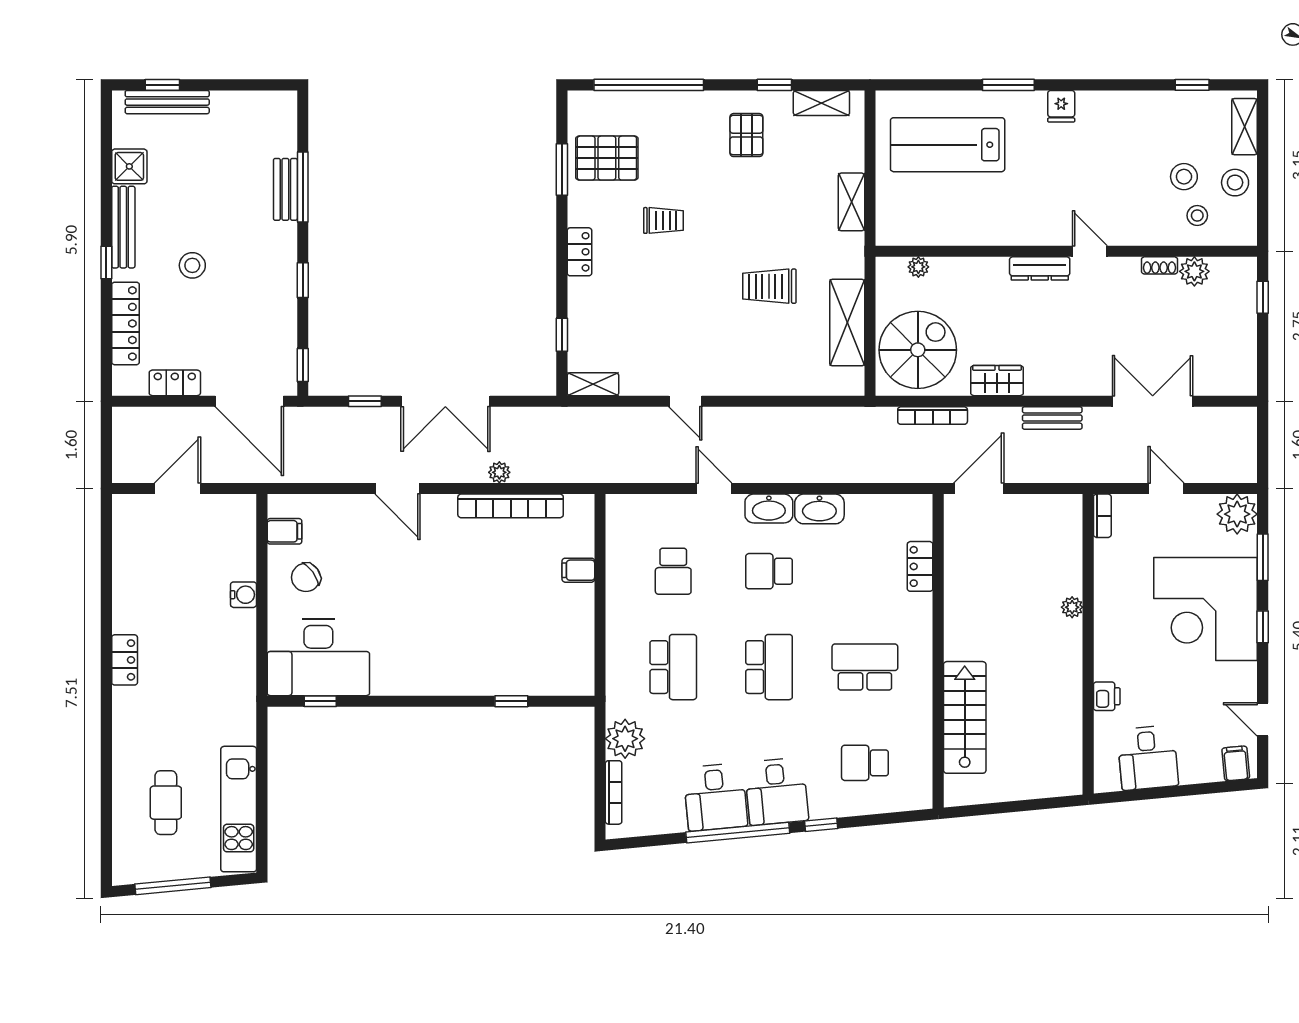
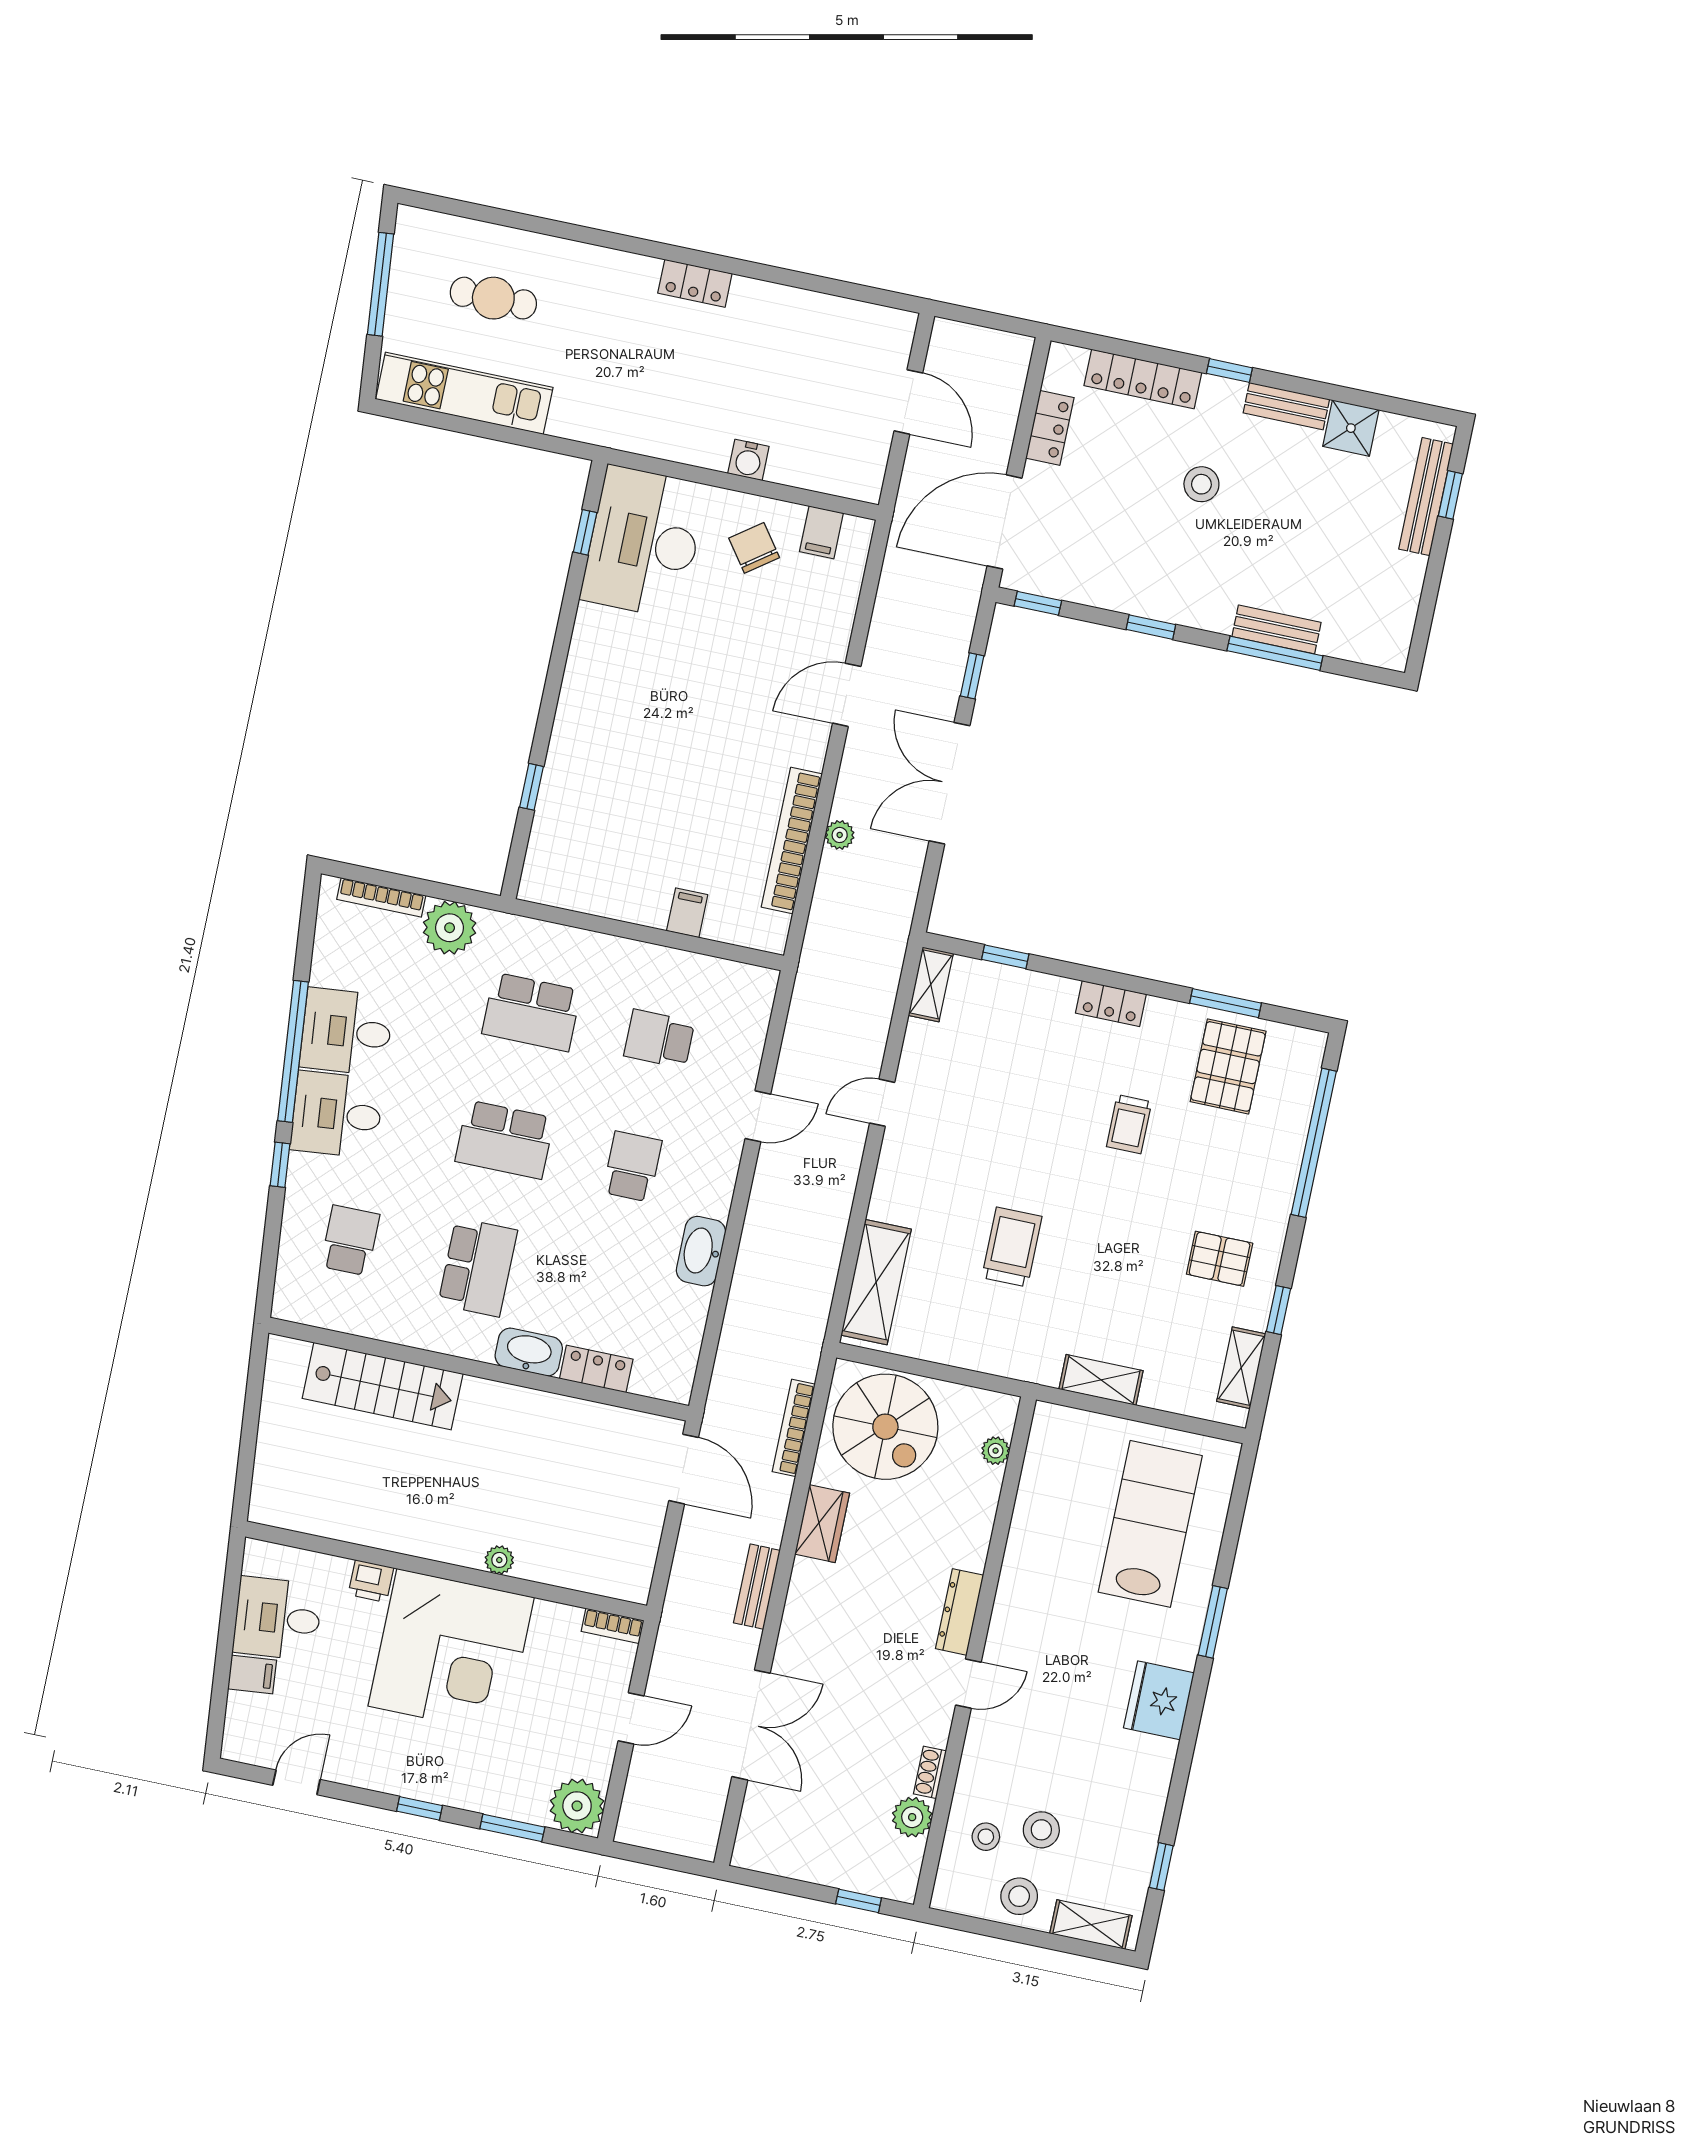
fridge: (1061, 106) -> (1159, 1700), width x1.88, depth x1.34
bench: (123, 227) -> (1286, 406), width x0.73
shelving: (847, 323) -> (876, 1282), moved, turned 90
washbasin: (769, 509) -> (529, 1352), moved, turned 90
corner desk: (1206, 609) -> (451, 1652), moved, turned 180
filing cabinet: (1236, 763) -> (252, 1674), moved

